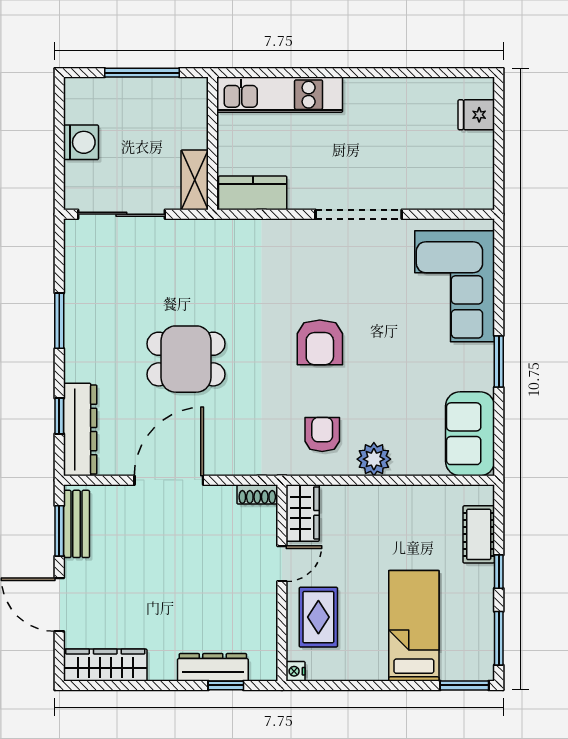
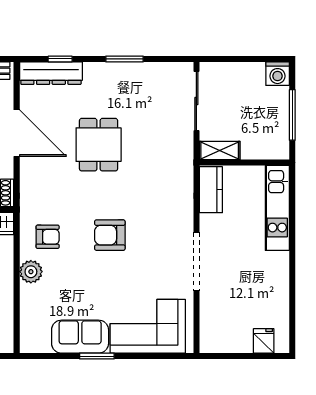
washing machine: (81, 142) -> (278, 74), moved
sofa: (470, 434) -> (80, 337), moved

